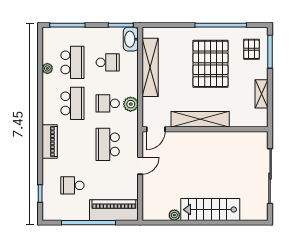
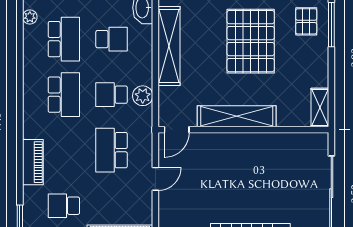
plant: (47, 68) -> (30, 17), moved
shelving: (262, 94) -> (320, 108), moved
piano: (50, 142) -> (33, 162), moved

